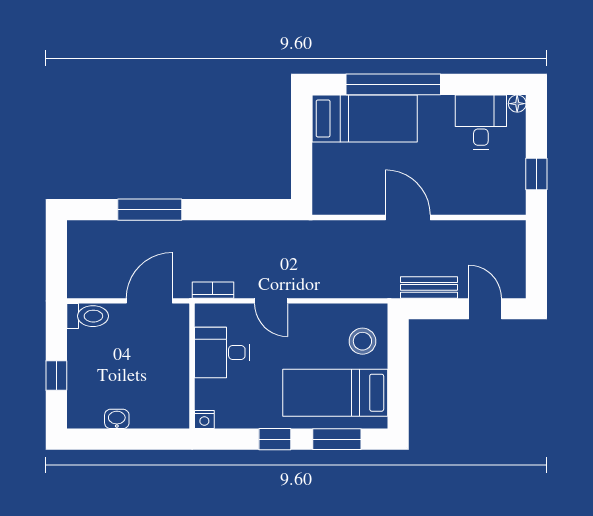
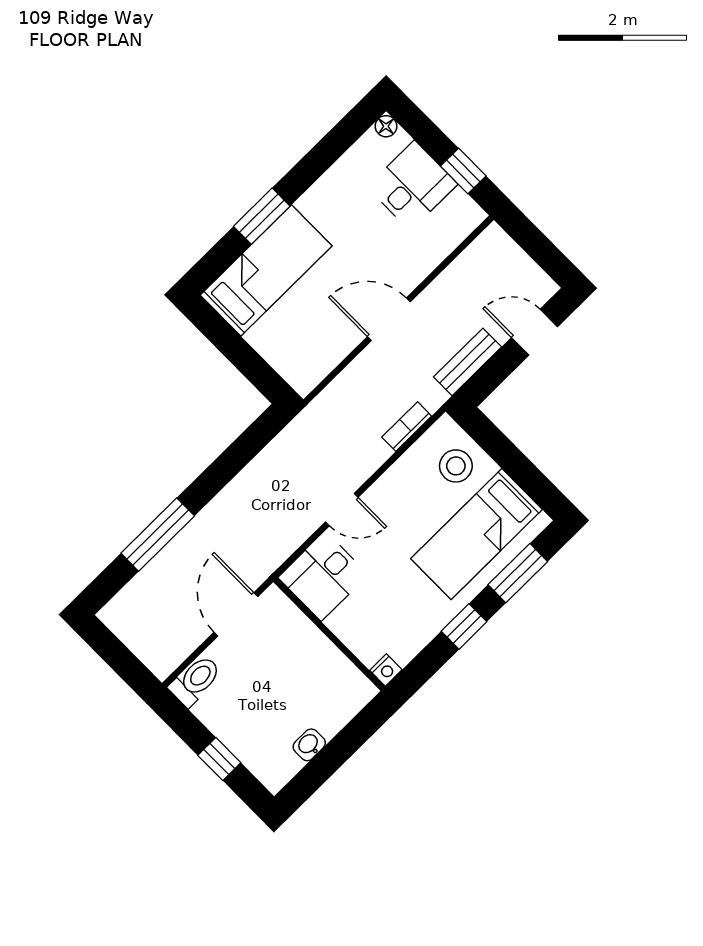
window: (393, 84) -> (262, 216), width x0.47
desk: (481, 122) -> (412, 186), moved, turned 90
bookcase: (213, 290) -> (407, 427), moved
desk: (222, 352) -> (323, 576), moved

